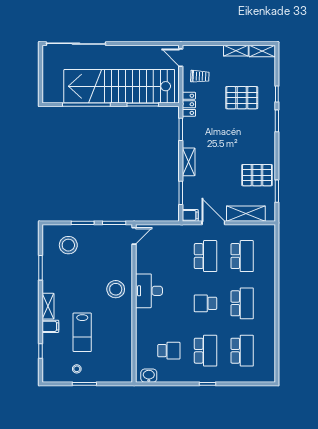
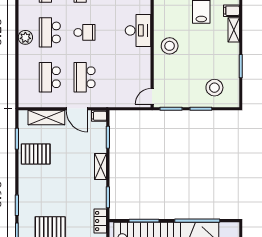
desk: (149, 291) -> (138, 30), moved
plant: (268, 298) -> (25, 37), added

